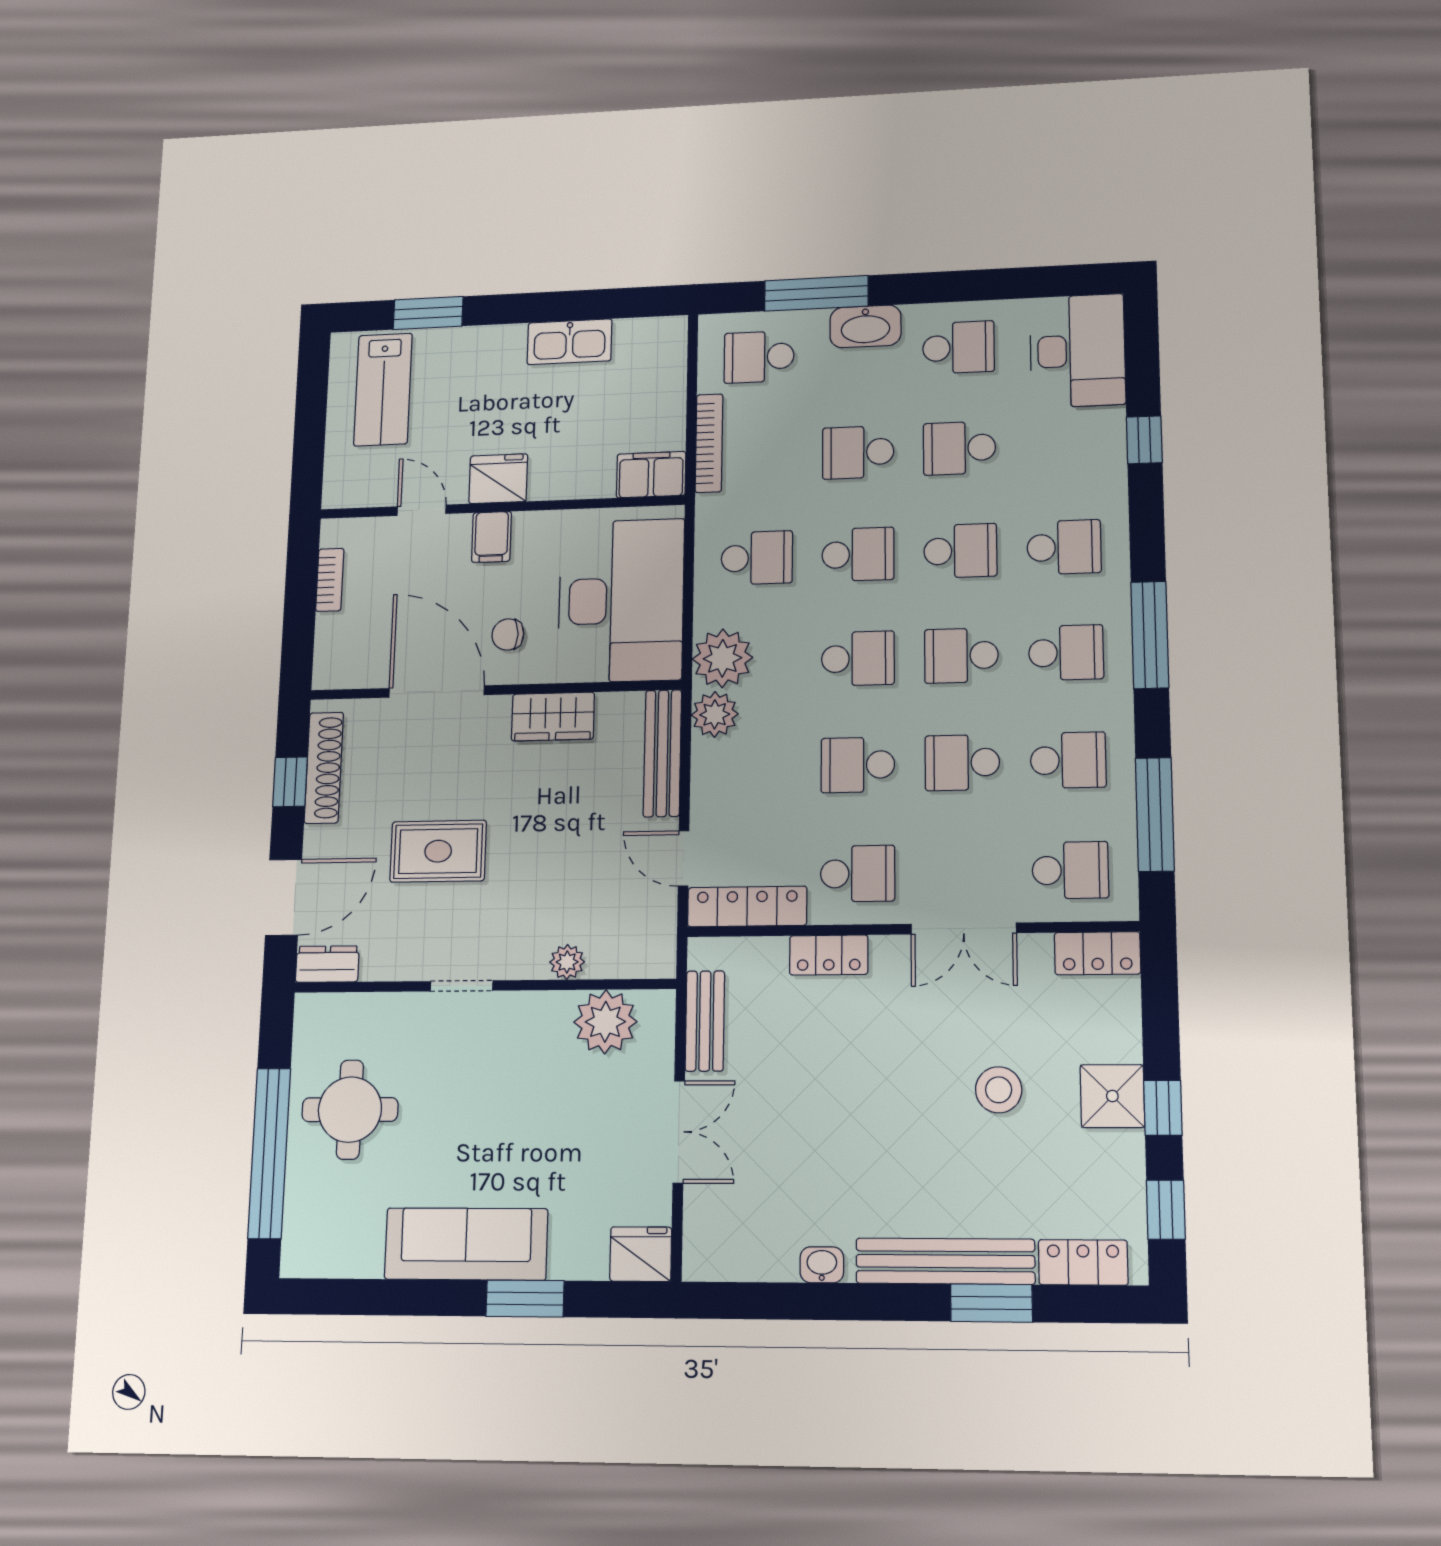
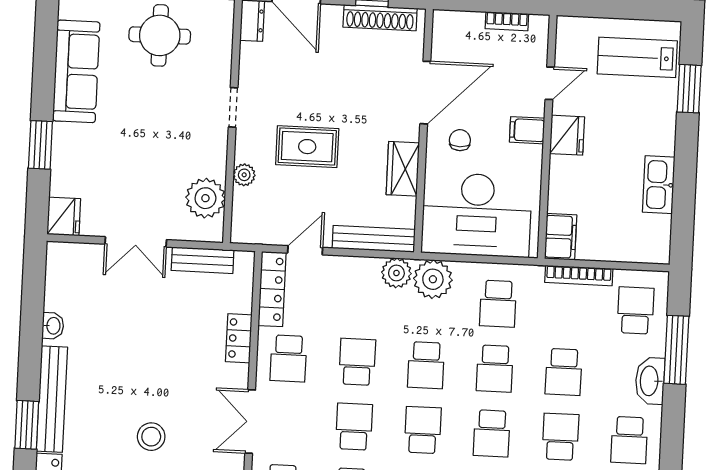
school desk: (858, 452) -> (564, 372), turned 180
rug: (438, 851) -> (307, 147), moved, turned 90
sofa: (466, 1244) -> (76, 71), moved

